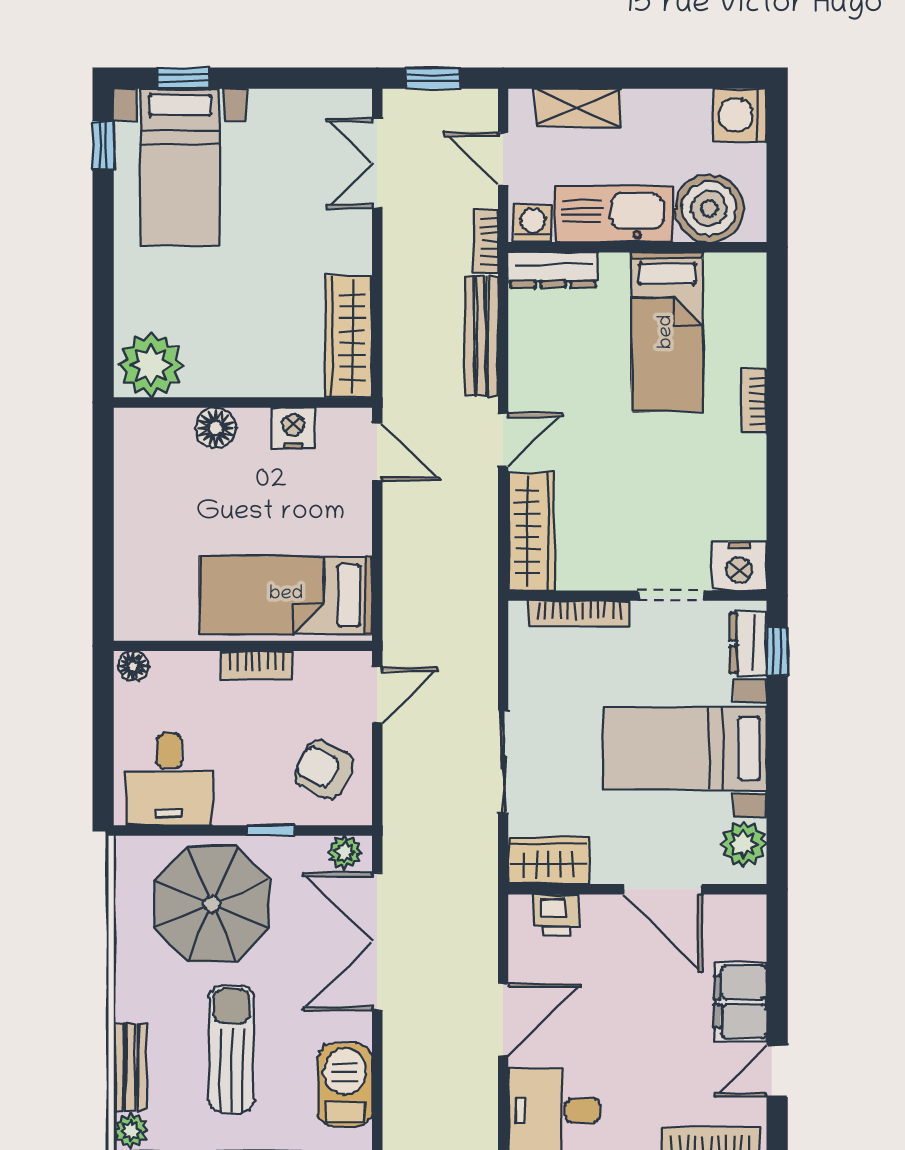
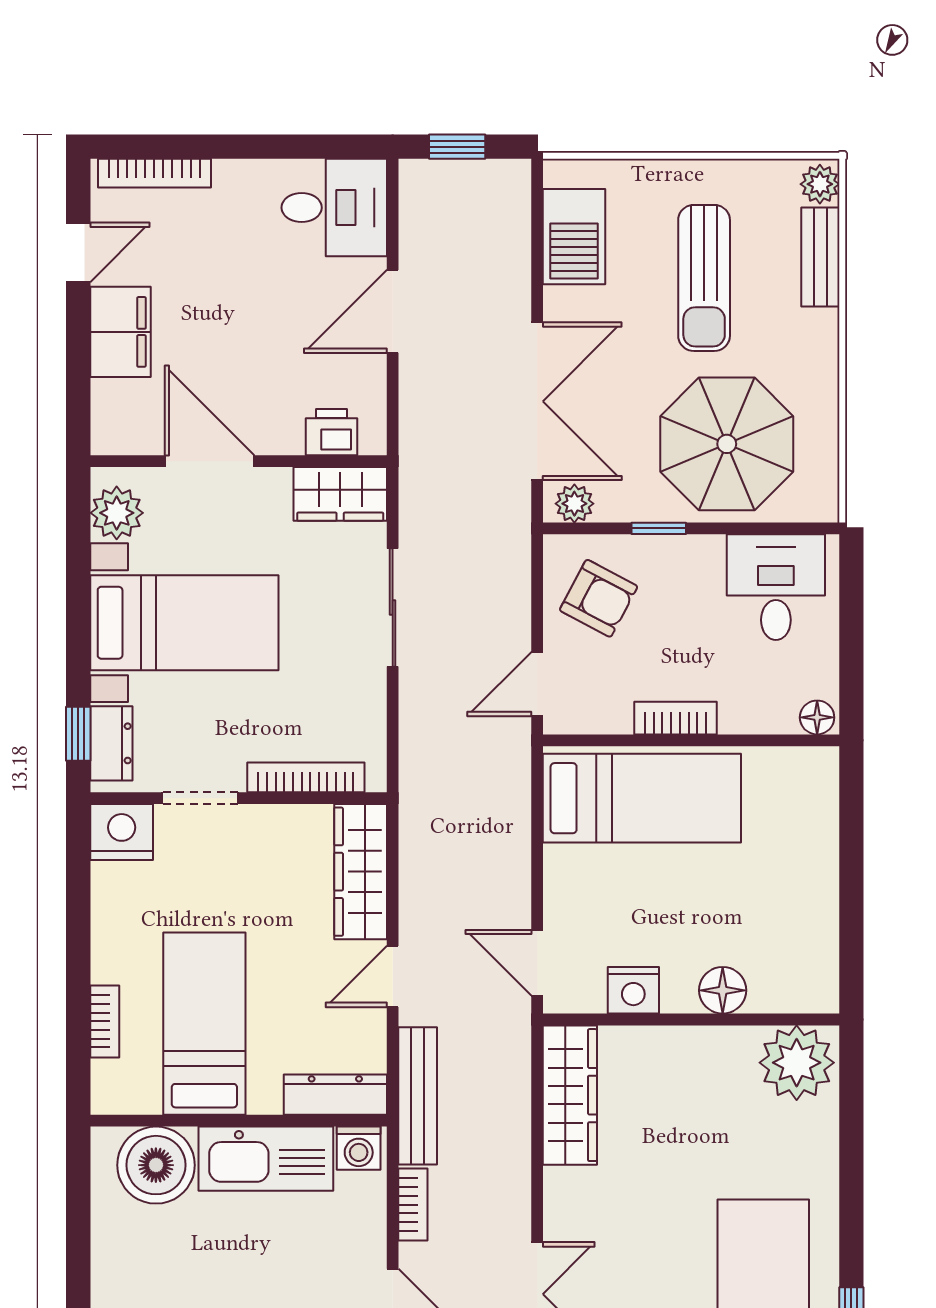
boiler: (709, 208) -> (156, 1165), moved
kitchen sink: (614, 214) -> (266, 1159), moved
washing machine: (533, 223) -> (359, 1148), moved
wall: (637, 247) -> (239, 1121), moved
dresser: (553, 270) -> (335, 1095), moved
bed: (667, 332) -> (204, 1024), moved

